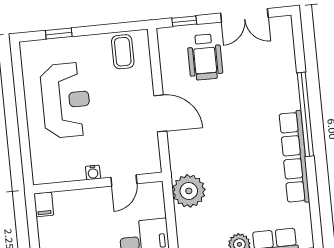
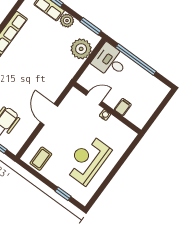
plant: (189, 191) -> (81, 49), moved
filing cabinet: (44, 204) -> (123, 107), moved

